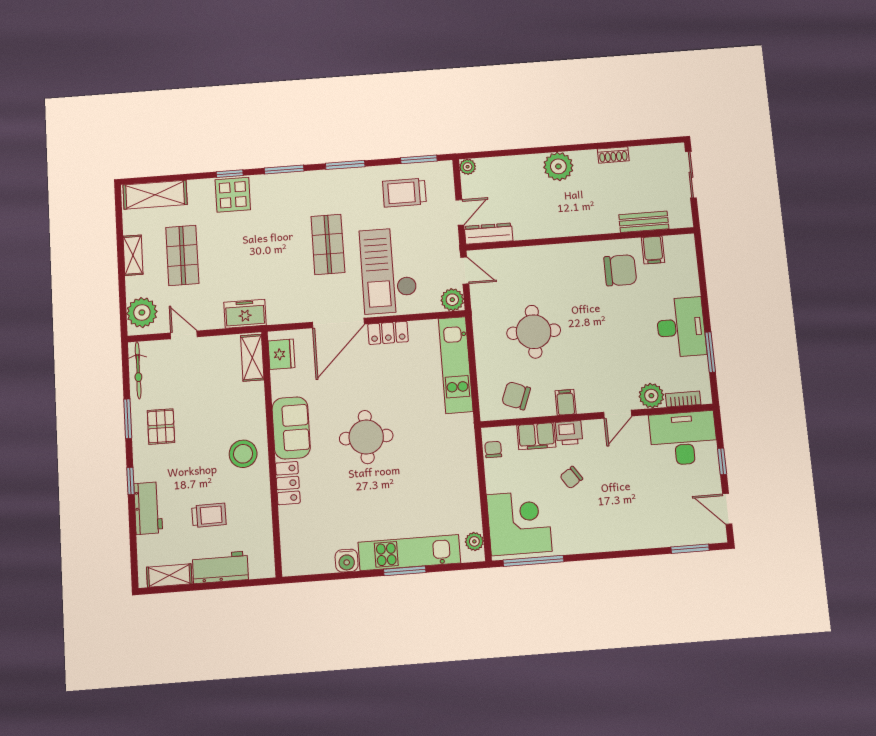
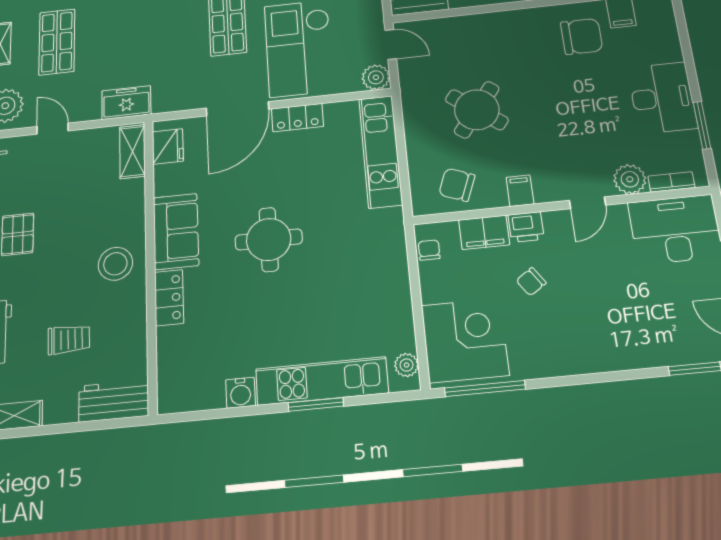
round table: (534, 332) -> (477, 110), turned 37
workbench: (220, 567) -> (114, 401), moved

